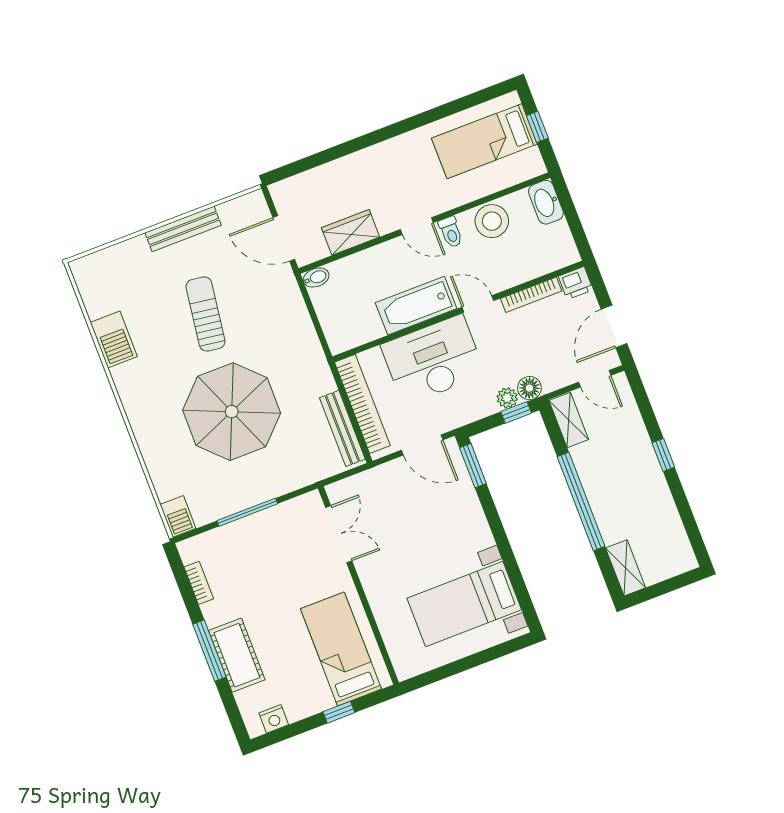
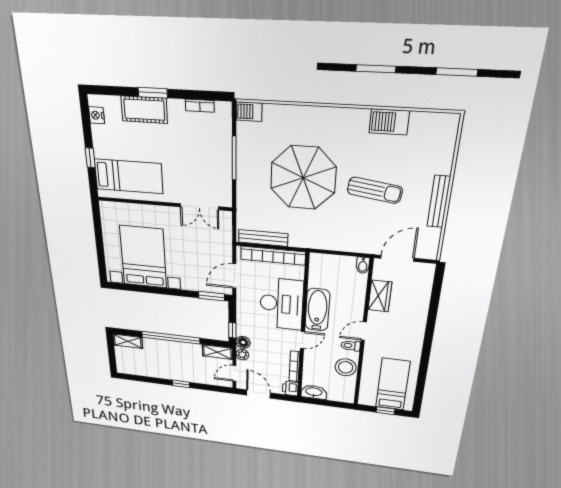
washbasin: (546, 202) -> (314, 392), moved
plant: (507, 398) -> (242, 355), moved
bed with nightstands: (464, 604) -> (143, 257), width x1.36
window: (209, 651) -> (153, 93), width x0.69

